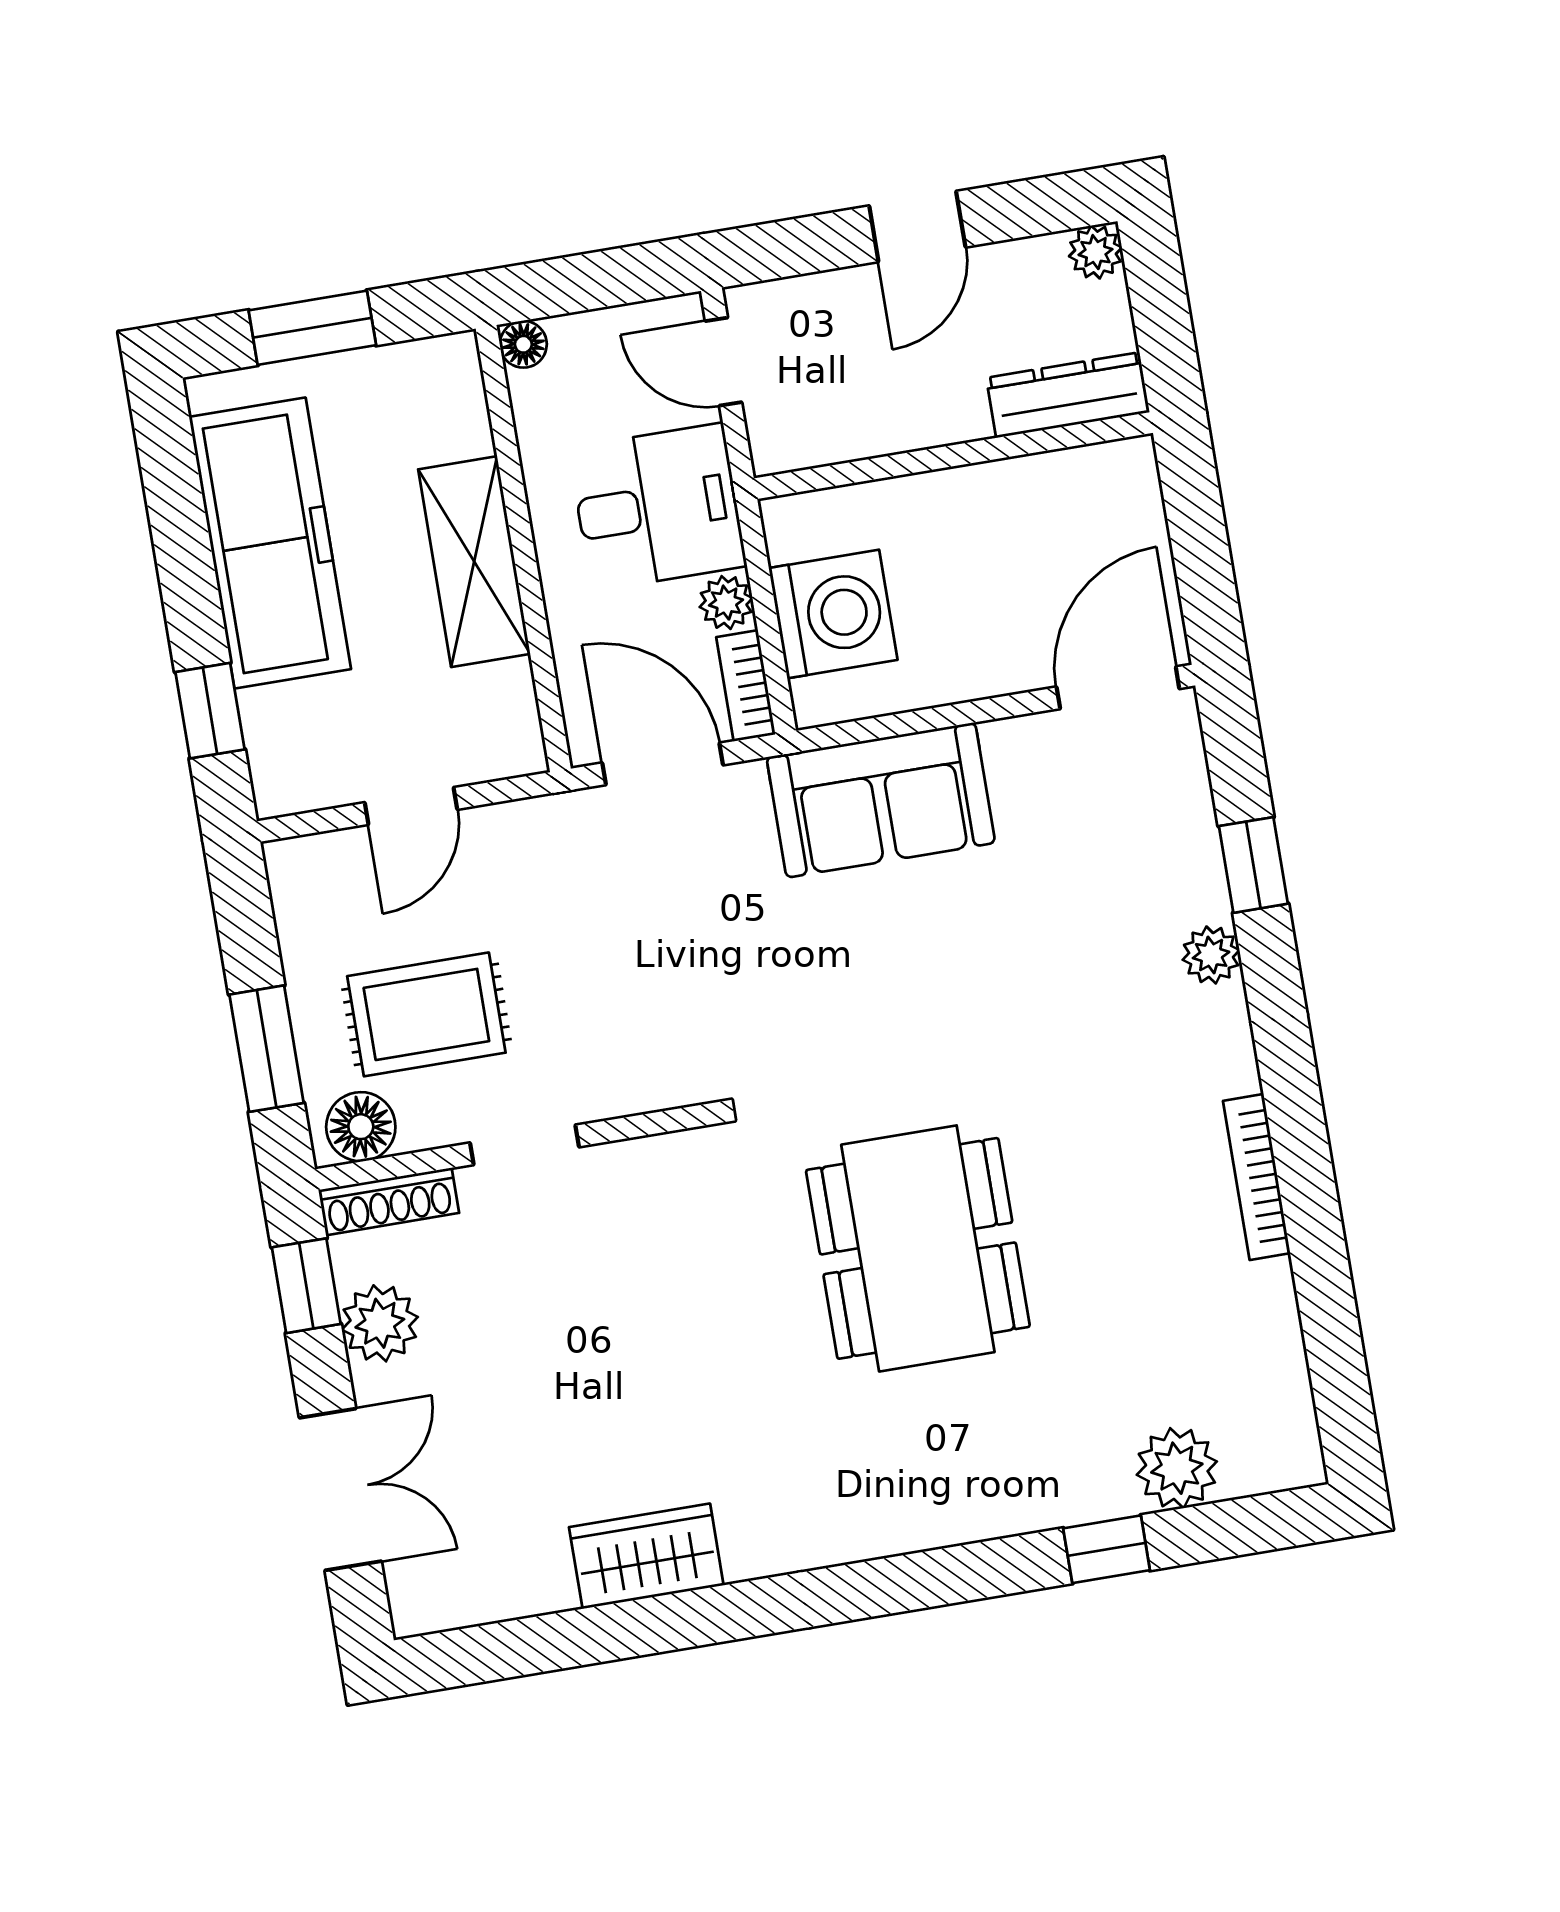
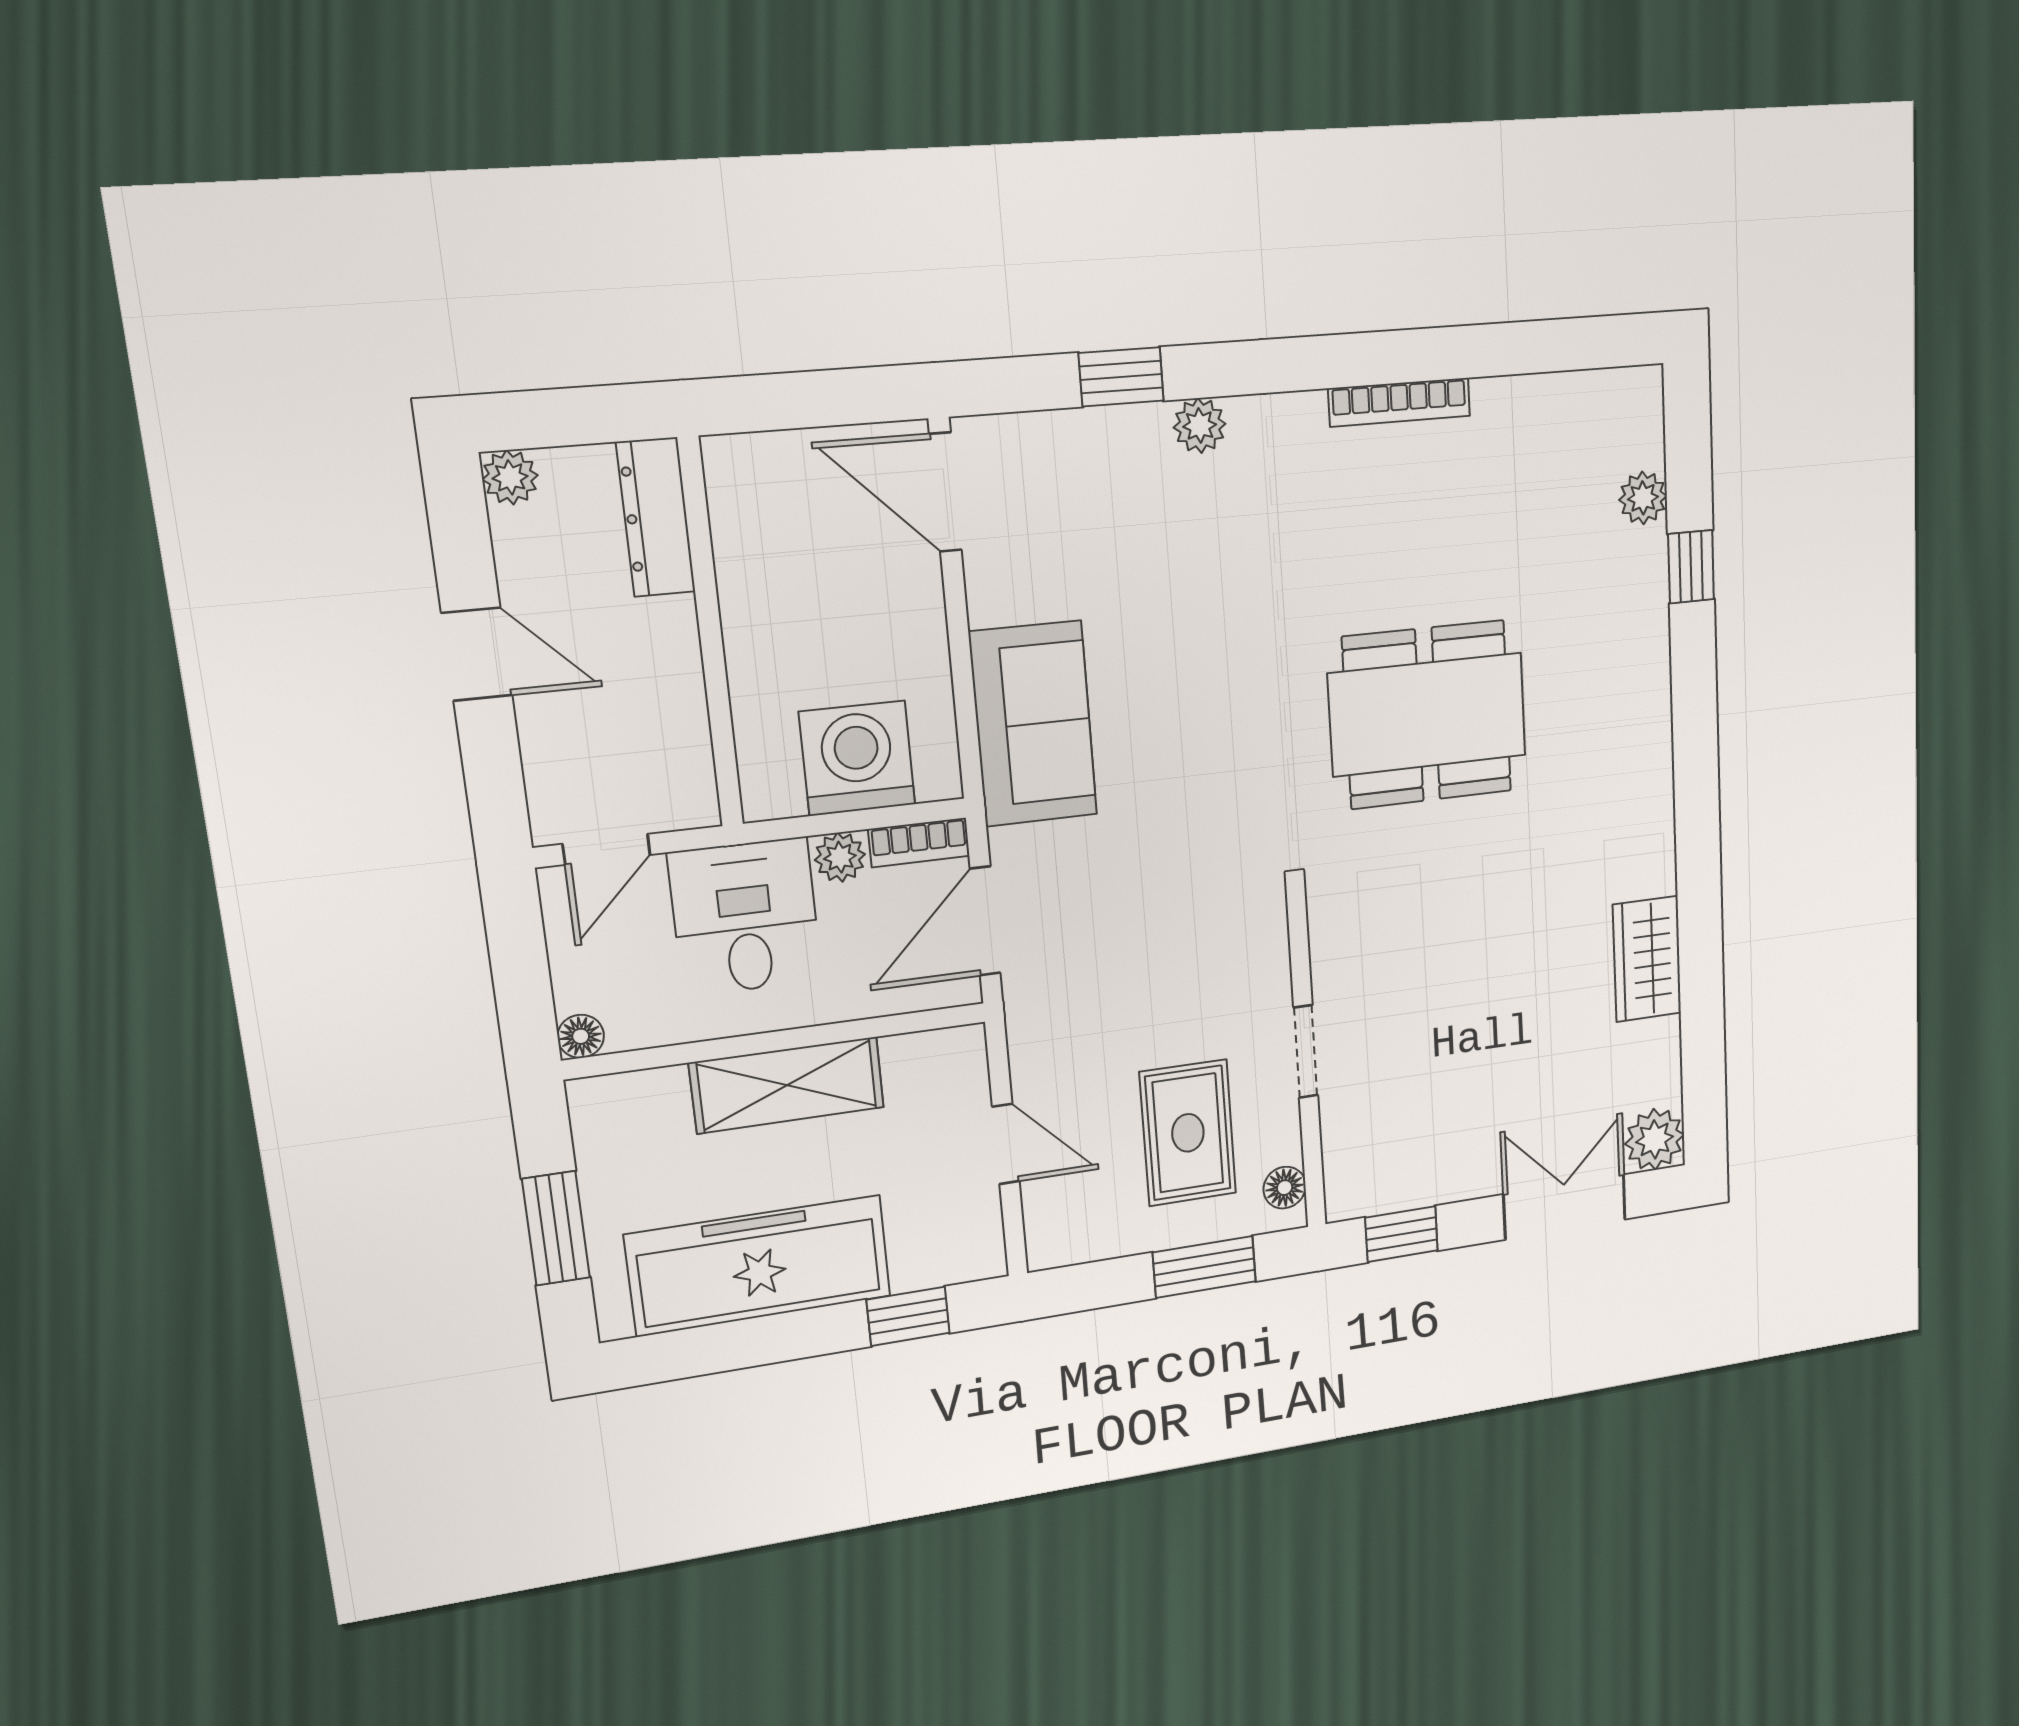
floor lamp: (361, 1127) -> (1285, 1188), width x0.73, depth x0.73
shoe rack: (389, 1201) -> (1341, 1166), removed
plant: (380, 1323) -> (1655, 1139), moved
plant: (1177, 1468) -> (1643, 498), width x0.73, depth x0.73

